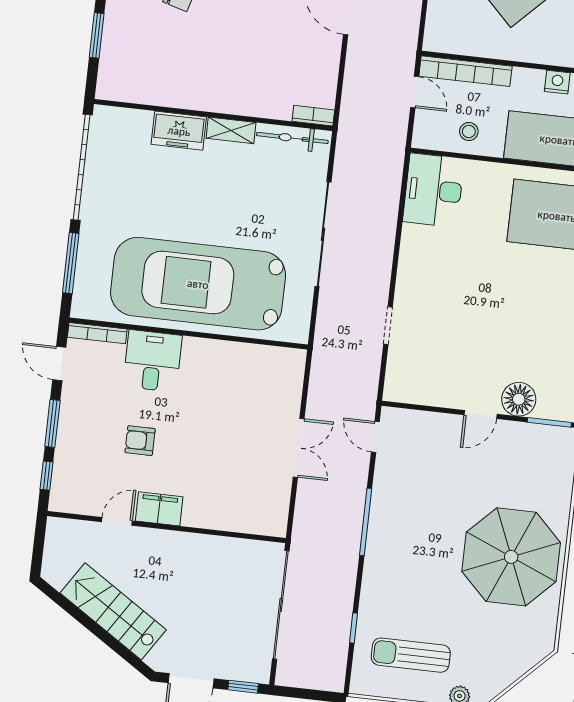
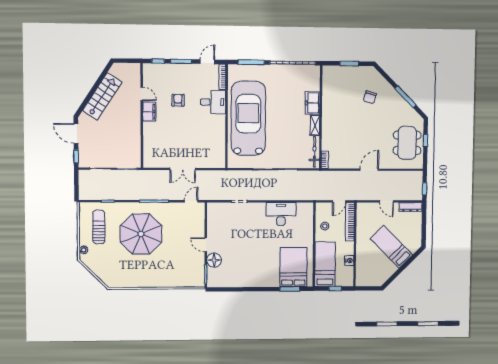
desk: (433, 190) -> (281, 214), moved
parasol: (511, 557) -> (141, 234), moved

